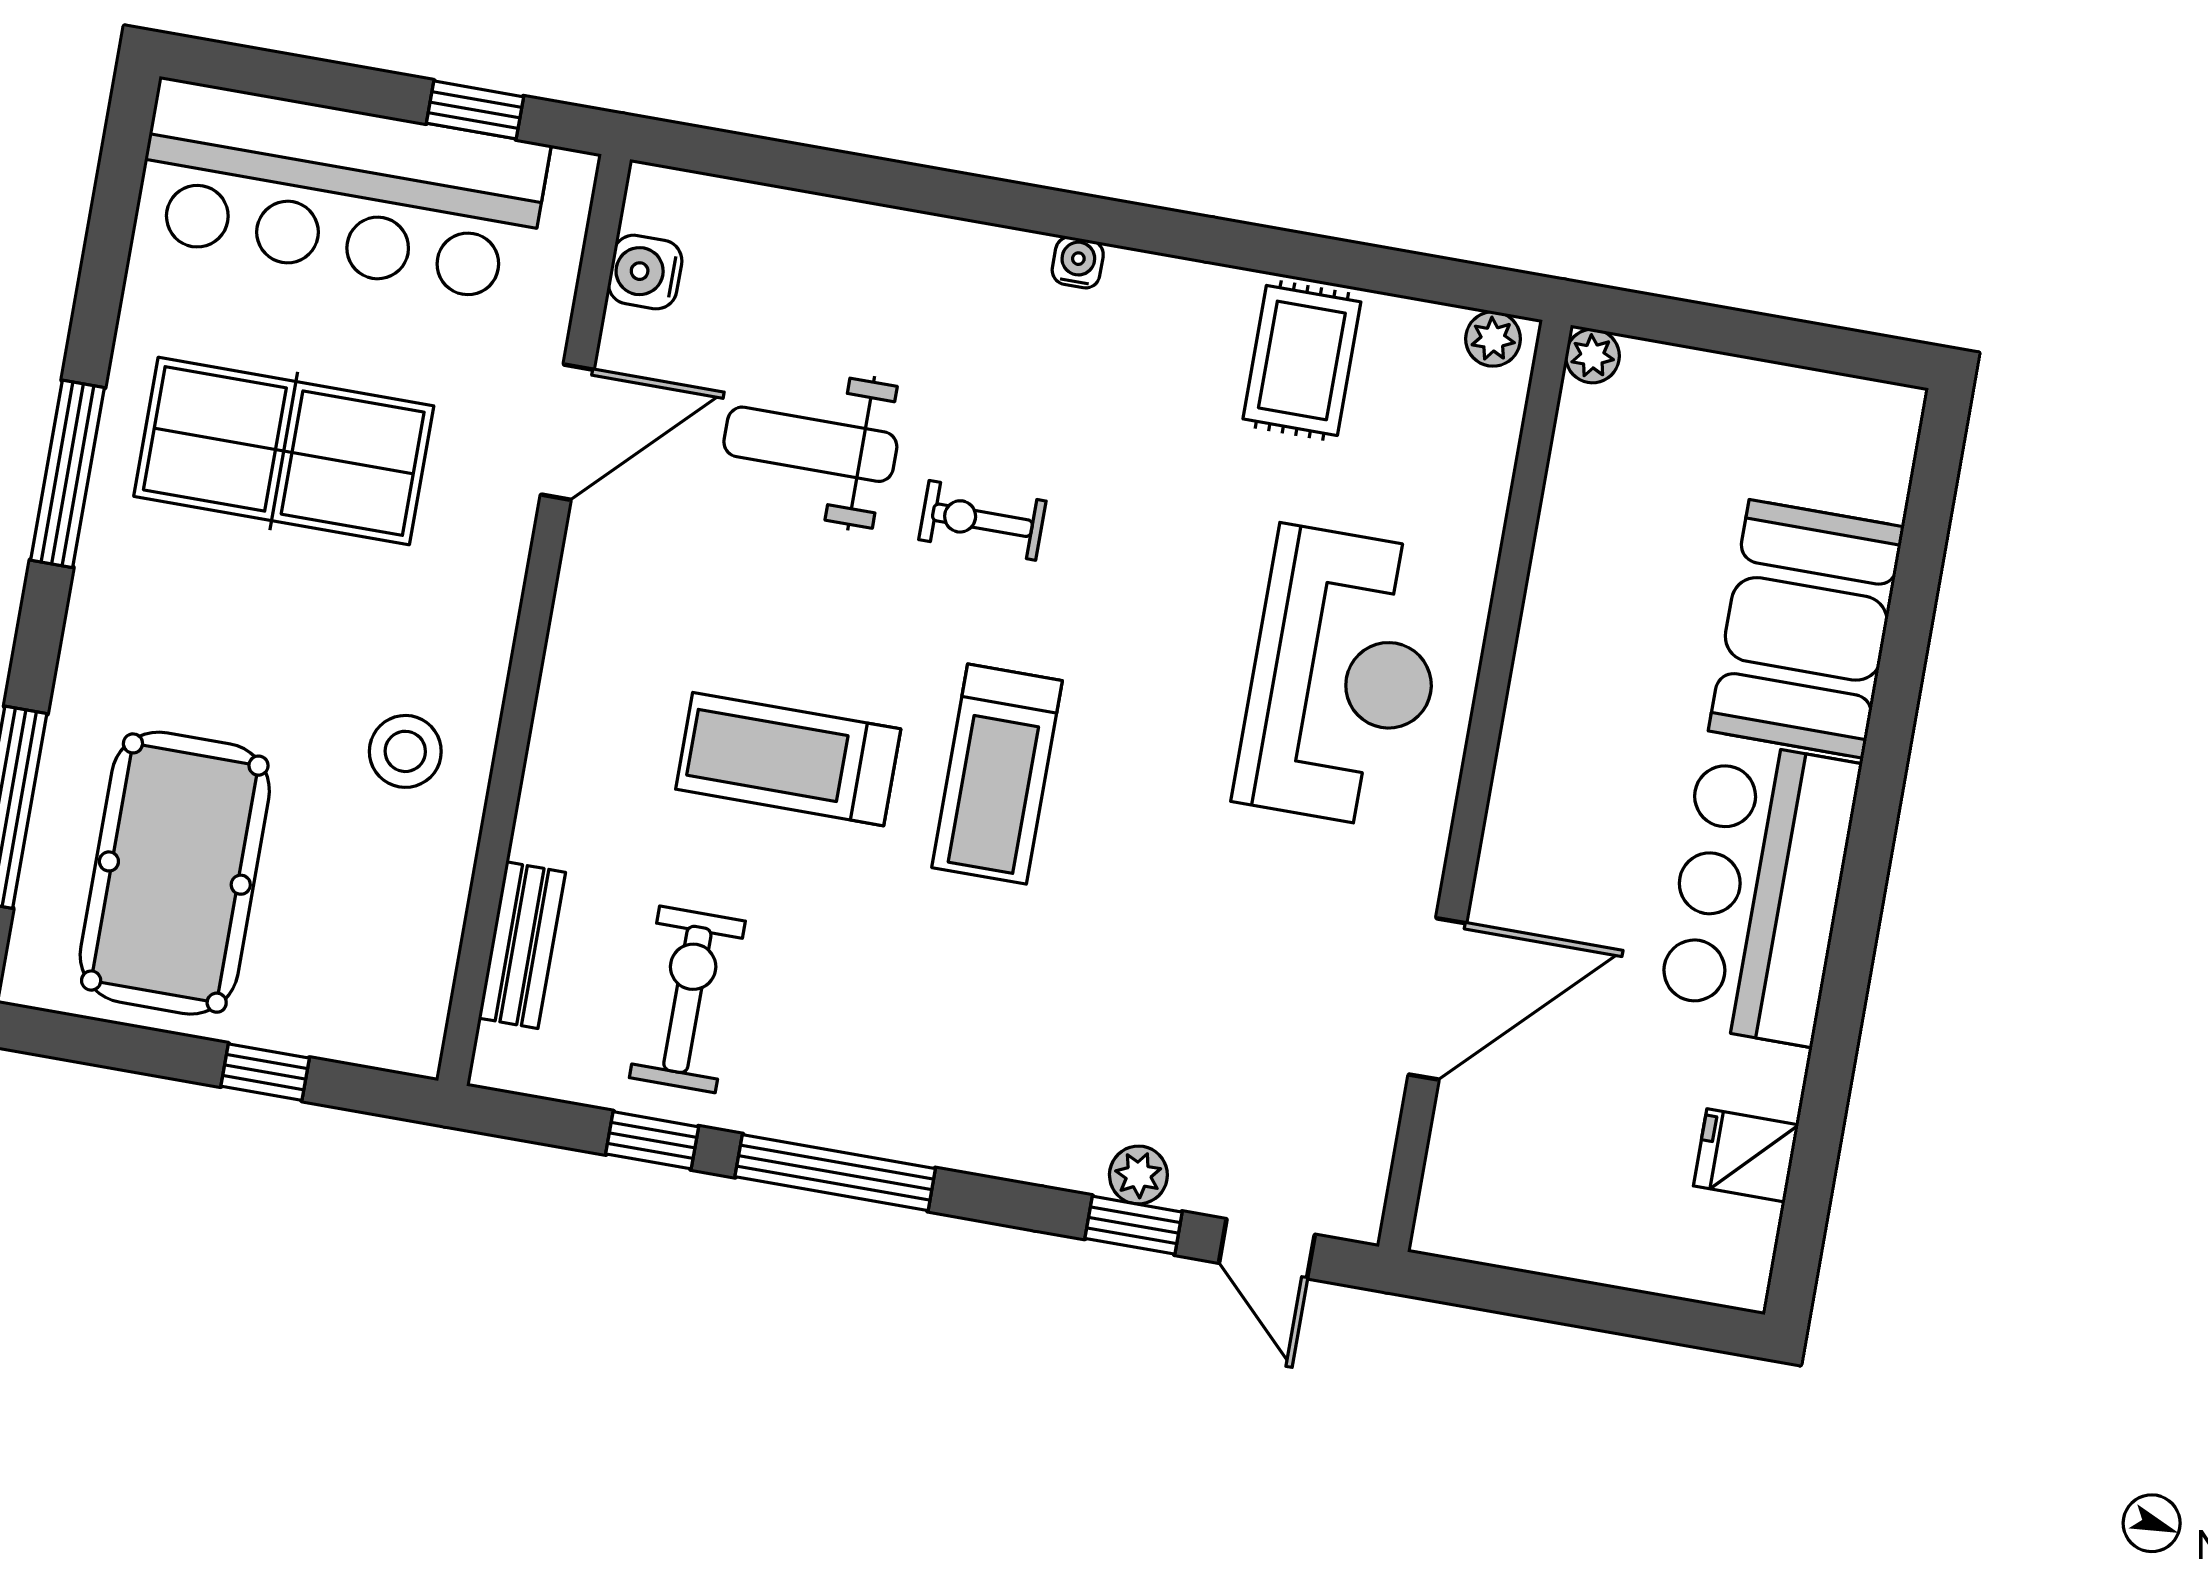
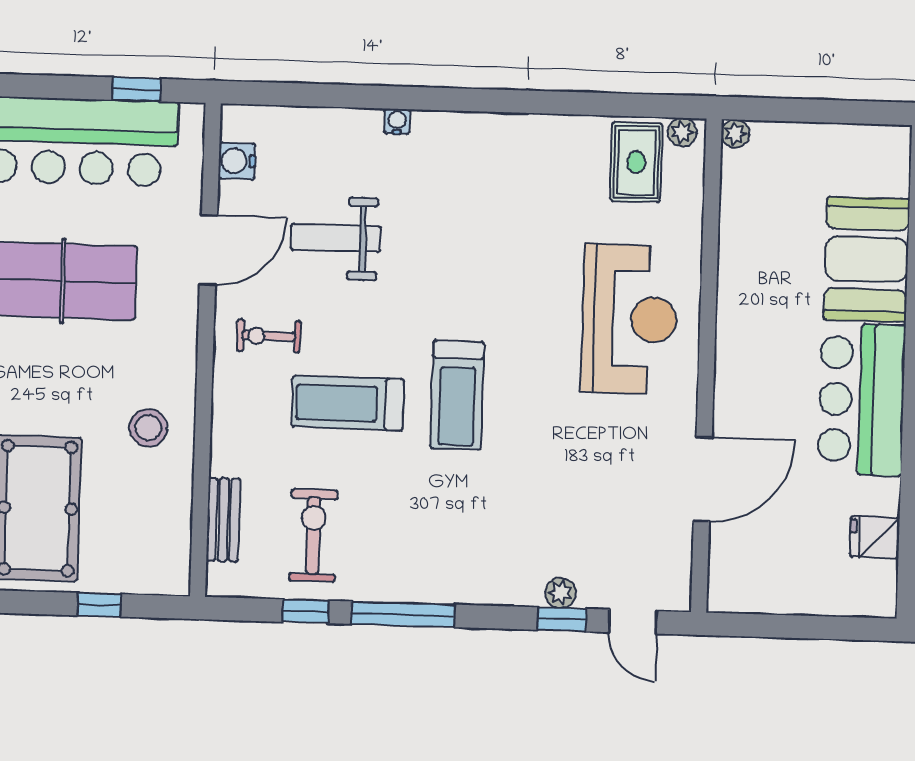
water cooler: (1078, 262) -> (397, 121), moved
rug: (1302, 360) -> (636, 162), moved
exercise bike: (982, 520) -> (268, 336), moved

